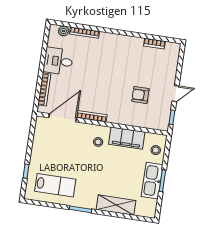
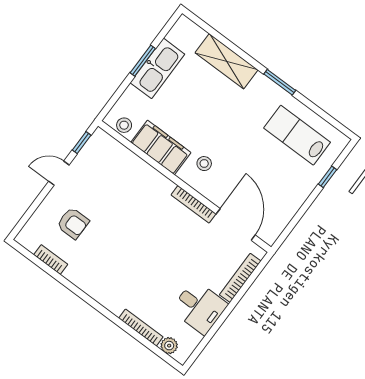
armchair: (140, 95) -> (73, 223), moved
door: (63, 118) -> (236, 224), swing flipped
stool: (156, 150) -> (124, 125), moved

